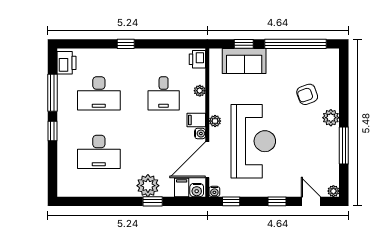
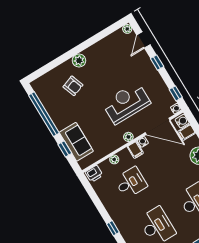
reception desk: (253, 141) -> (126, 103), width x0.74, depth x0.77
window: (344, 145) -> (92, 41), removed

